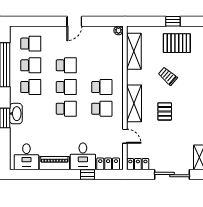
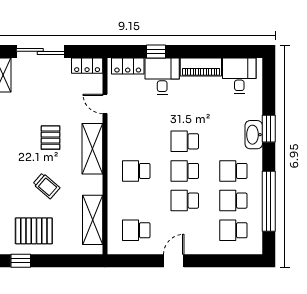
window: (173, 21) -> (21, 261), moved
plant: (118, 30) -> (114, 248), removed
school desk: (102, 109) -> (136, 230), moved

